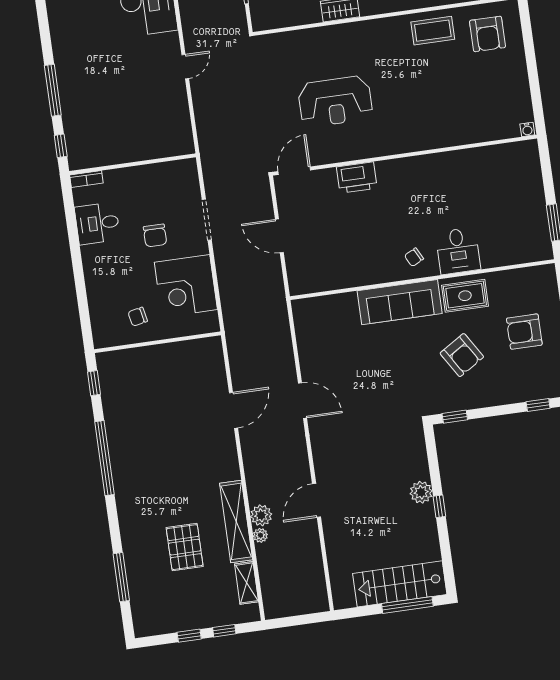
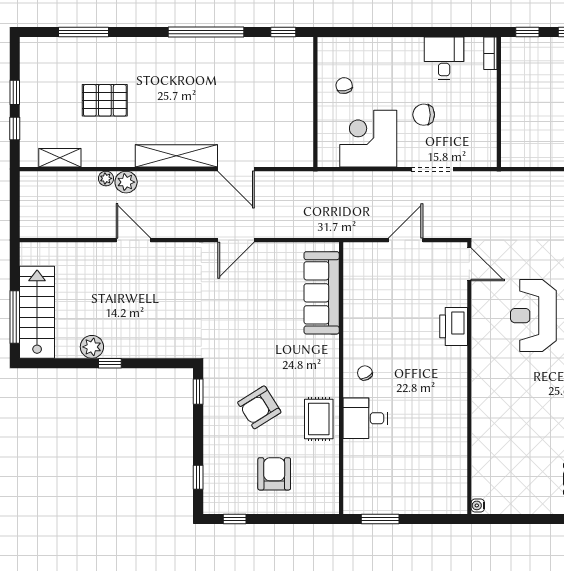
sofa: (400, 302) -> (322, 293), moved
plant: (421, 492) -> (92, 347), moved
shelving: (236, 521) -> (176, 156), moved

